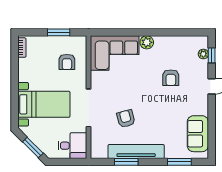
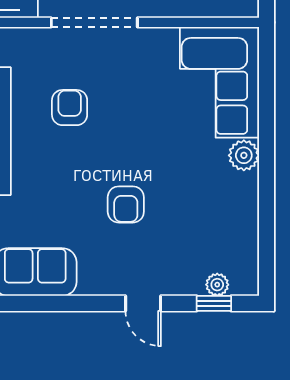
armchair: (171, 78) -> (126, 204), moved, turned -90
armchair: (126, 119) -> (70, 108), turned -75

